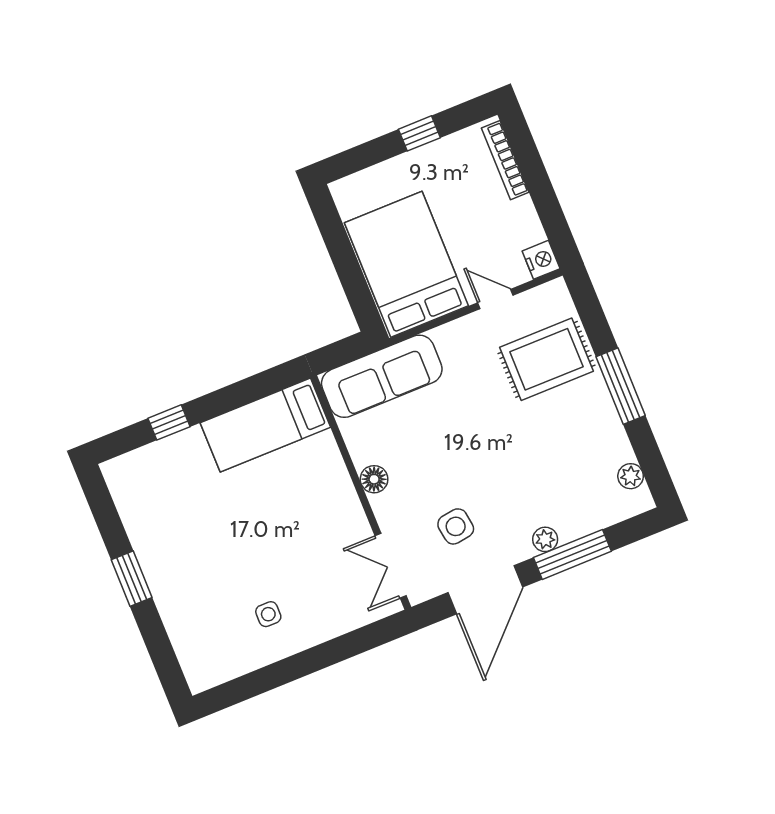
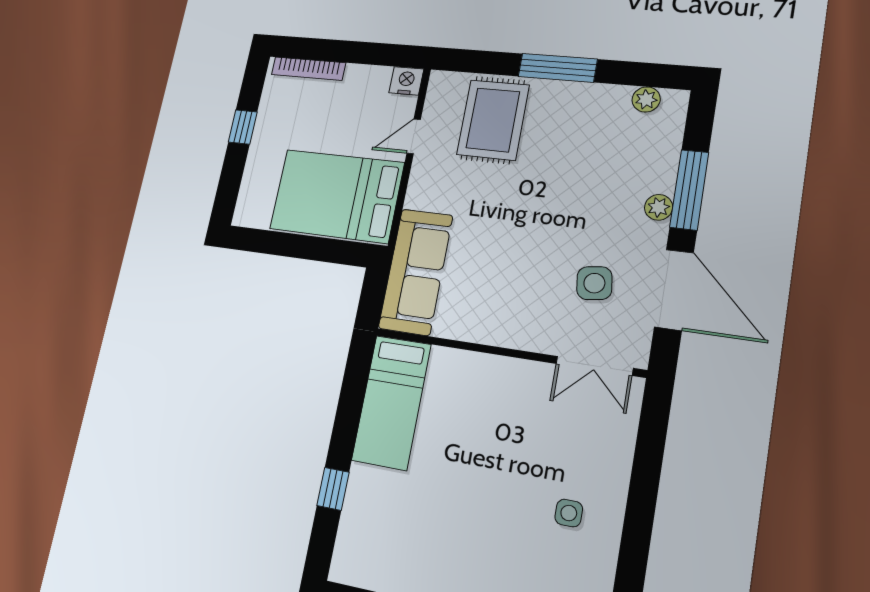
floor lamp: (374, 479) -> (503, 333), removed

